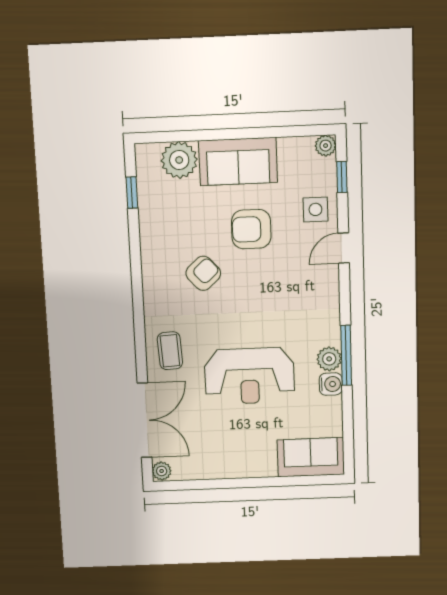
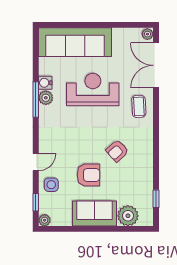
sofa: (311, 457) -> (75, 42), width x1.85, depth x1.27

